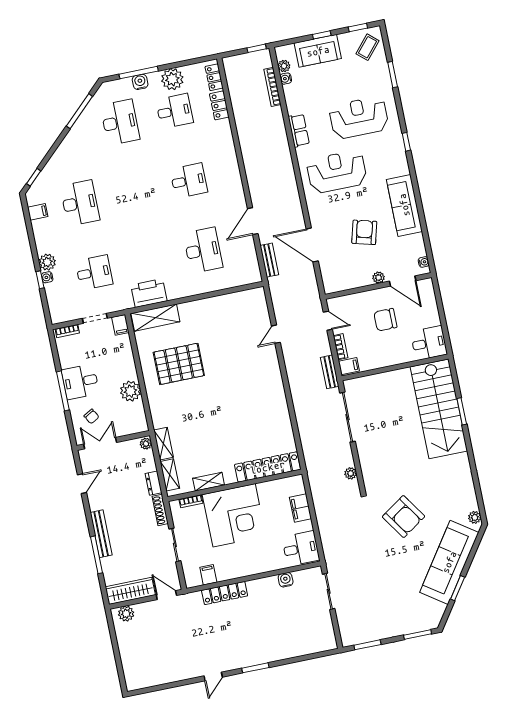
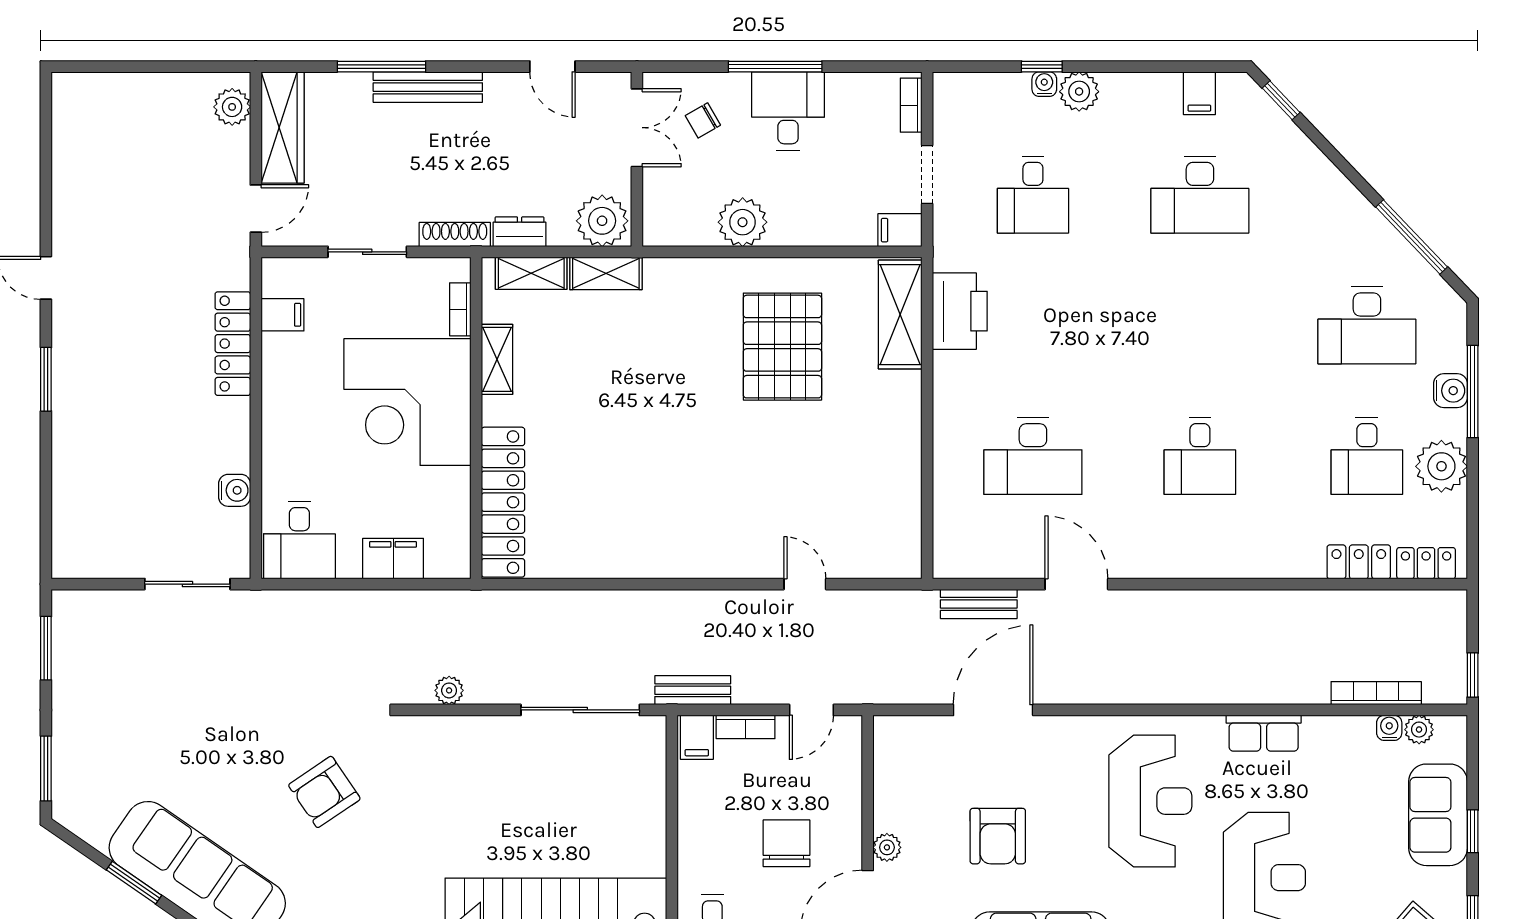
armchair: (364, 232) -> (998, 836), turned 75
plant: (146, 444) -> (602, 221), width x1.88, depth x1.88
armchair: (404, 517) -> (324, 792), width x0.73, depth x0.73

